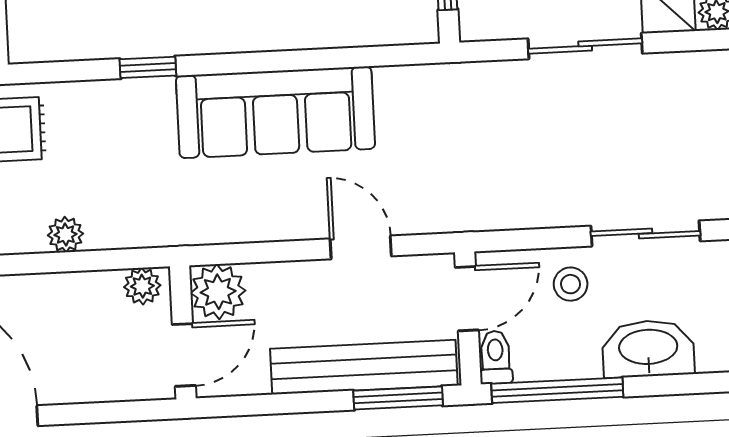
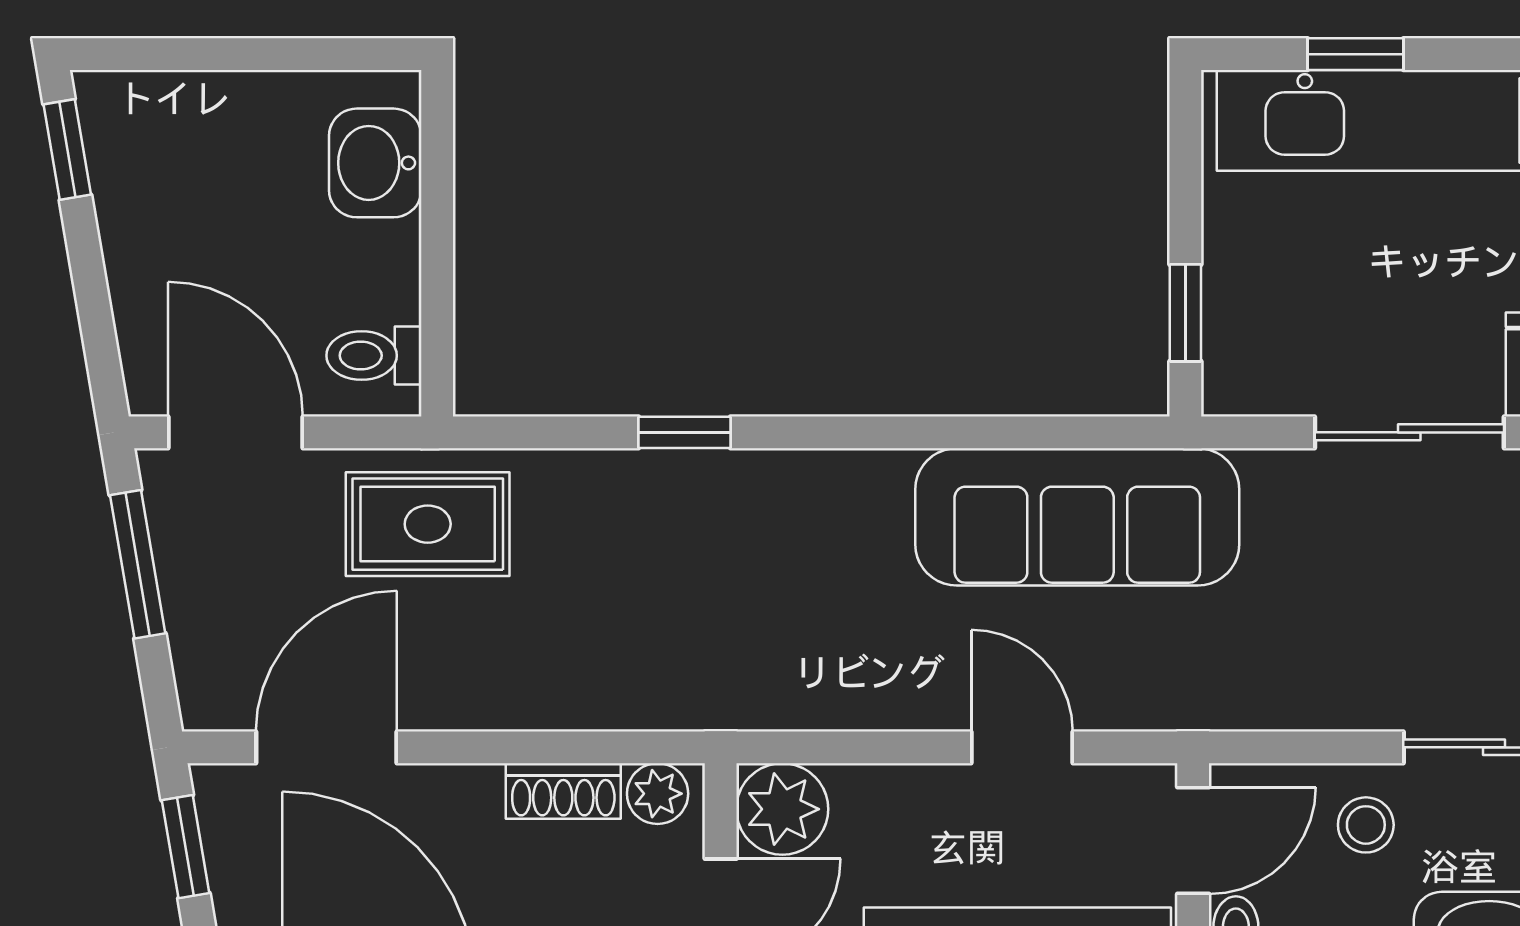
sofa: (275, 112) -> (1077, 517), moved
plant: (65, 234) -> (535, 702), removed
shoe rack: (85, 287) -> (563, 791), added

